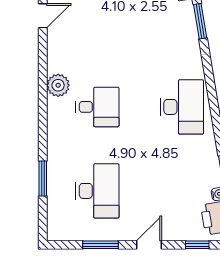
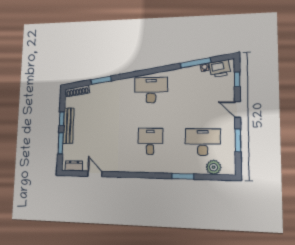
plant: (58, 85) -> (214, 167), moved
window: (43, 178) -> (183, 176), moved

